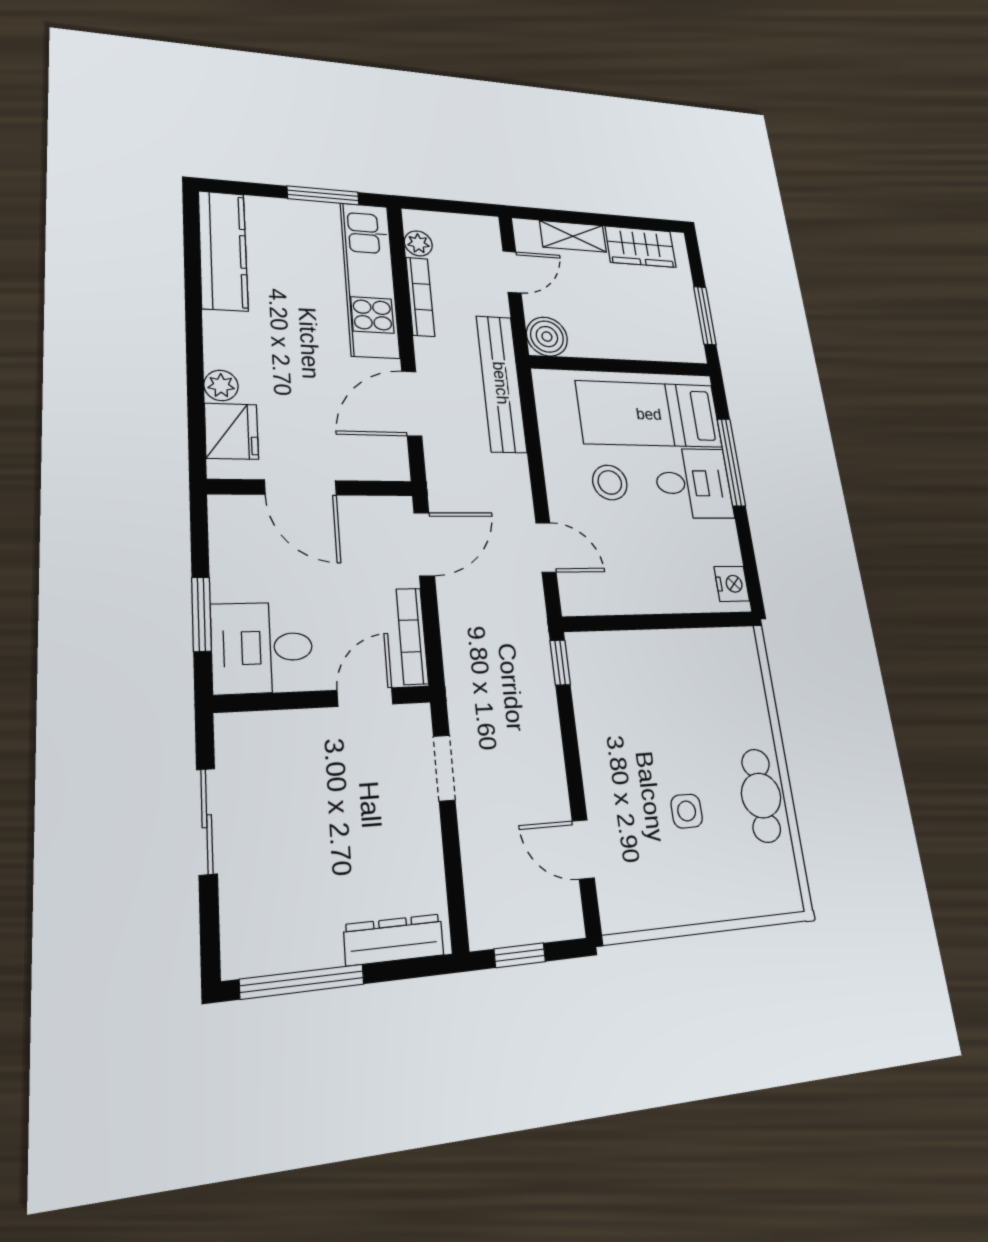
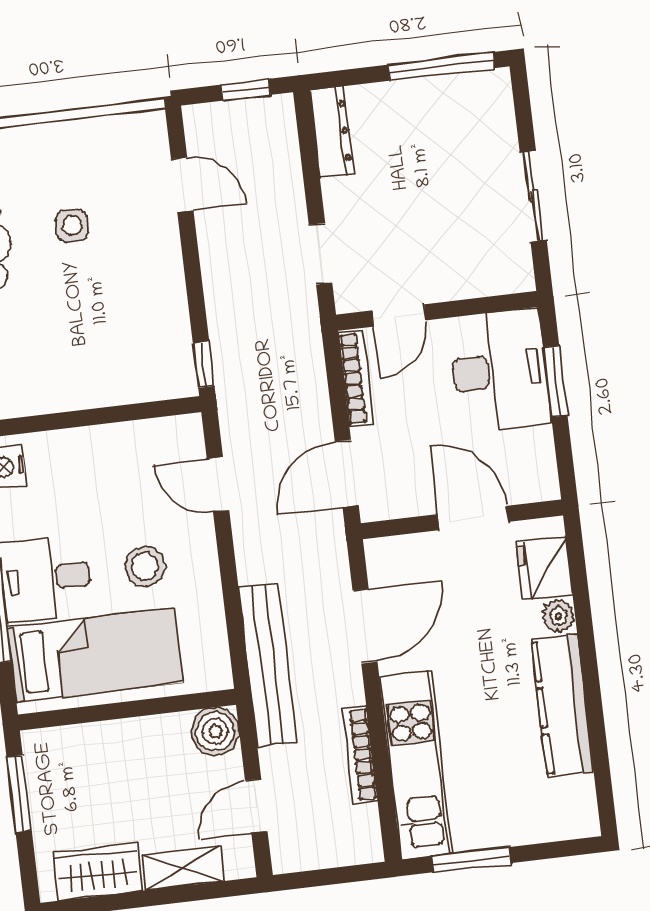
plant: (418, 243) -> (364, 821), removed
kitchen counter: (223, 251) -> (562, 705), moved
desk: (262, 648) -> (500, 371), width x1.37
dresser: (394, 940) -> (332, 132), moved, turned -90

